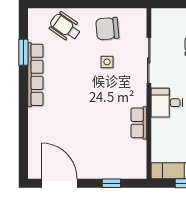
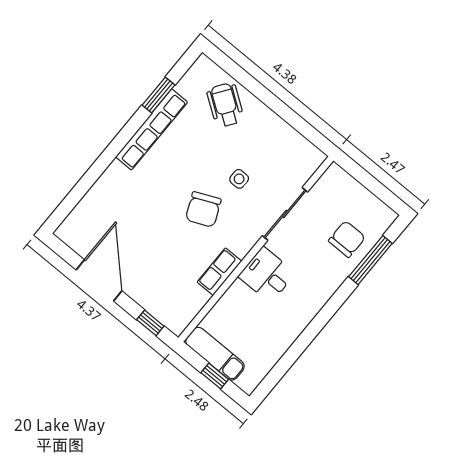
chair: (107, 29) -> (203, 209), moved, turned -109
door: (59, 183) -> (99, 280), moved
window: (111, 183) -> (150, 323), moved

